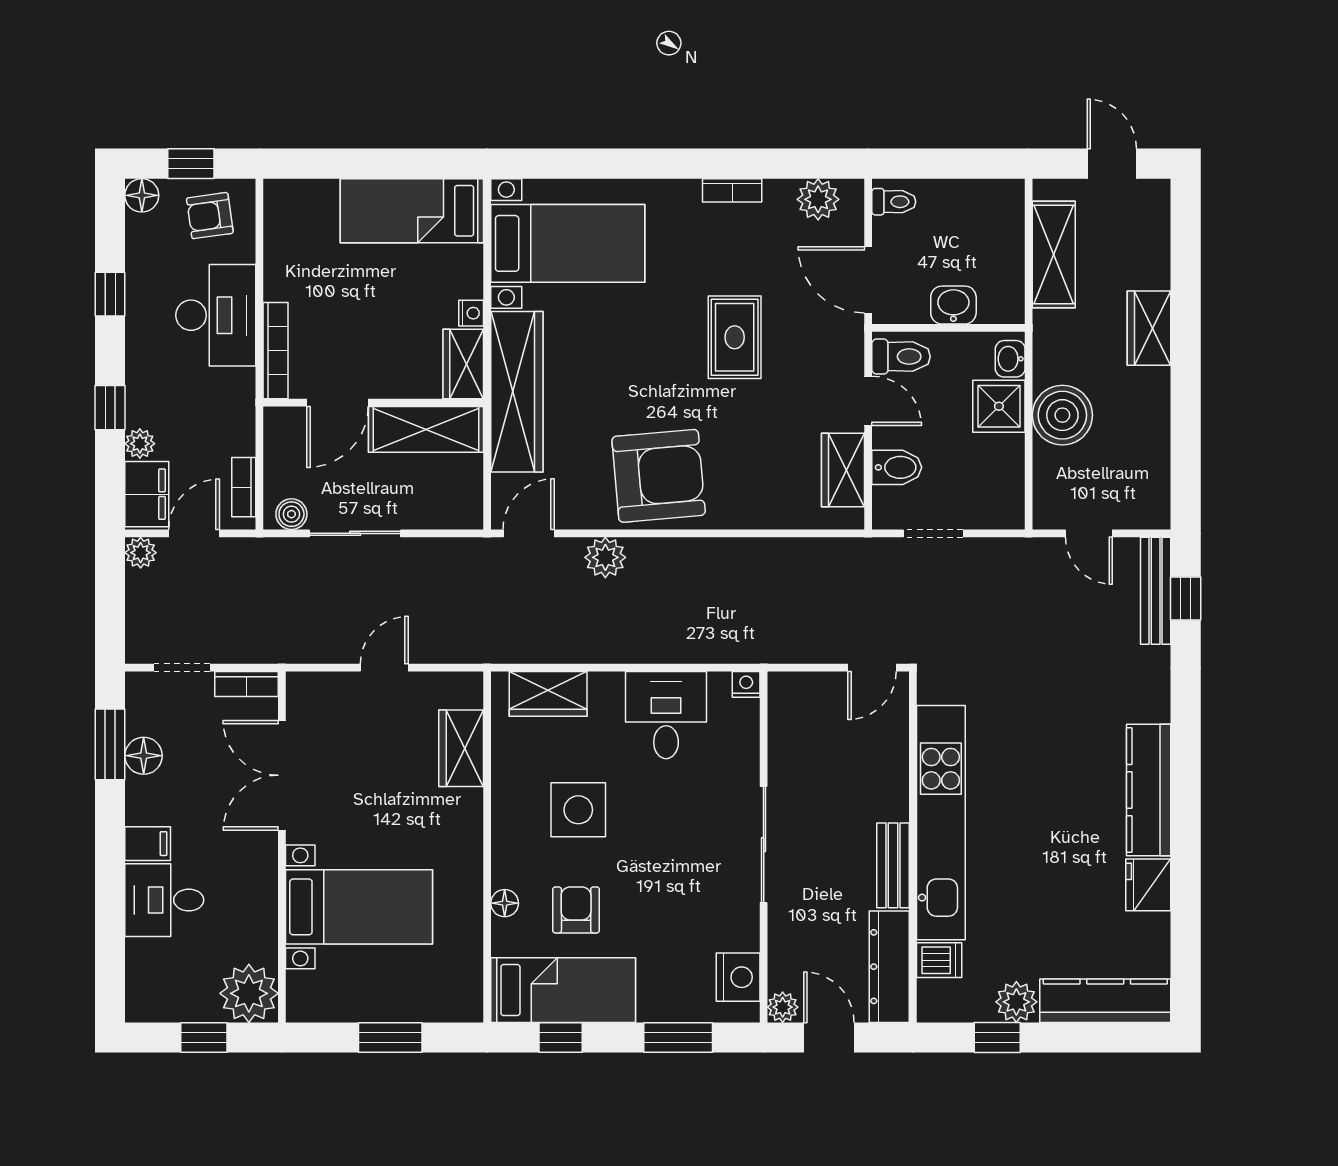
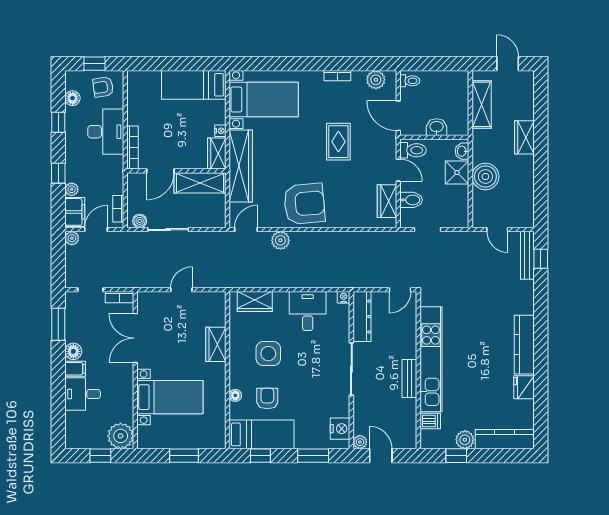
floor lamp: (142, 195) -> (73, 98), moved
wardrobe: (461, 748) -> (216, 344), moved
floor lamp: (144, 756) -> (73, 351), moved
dresser: (889, 967) -> (362, 317), moved, turned 180

